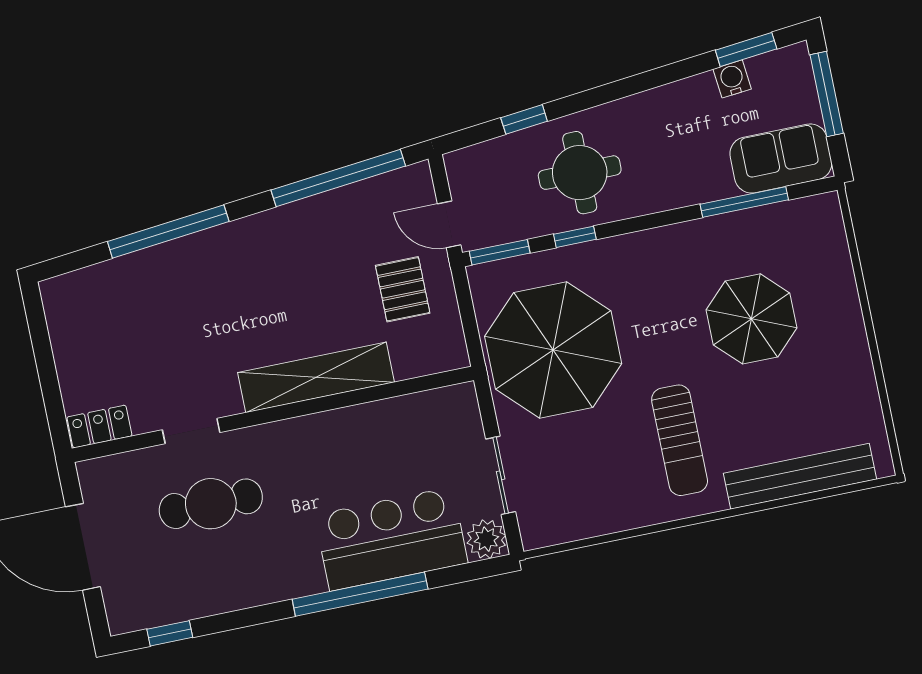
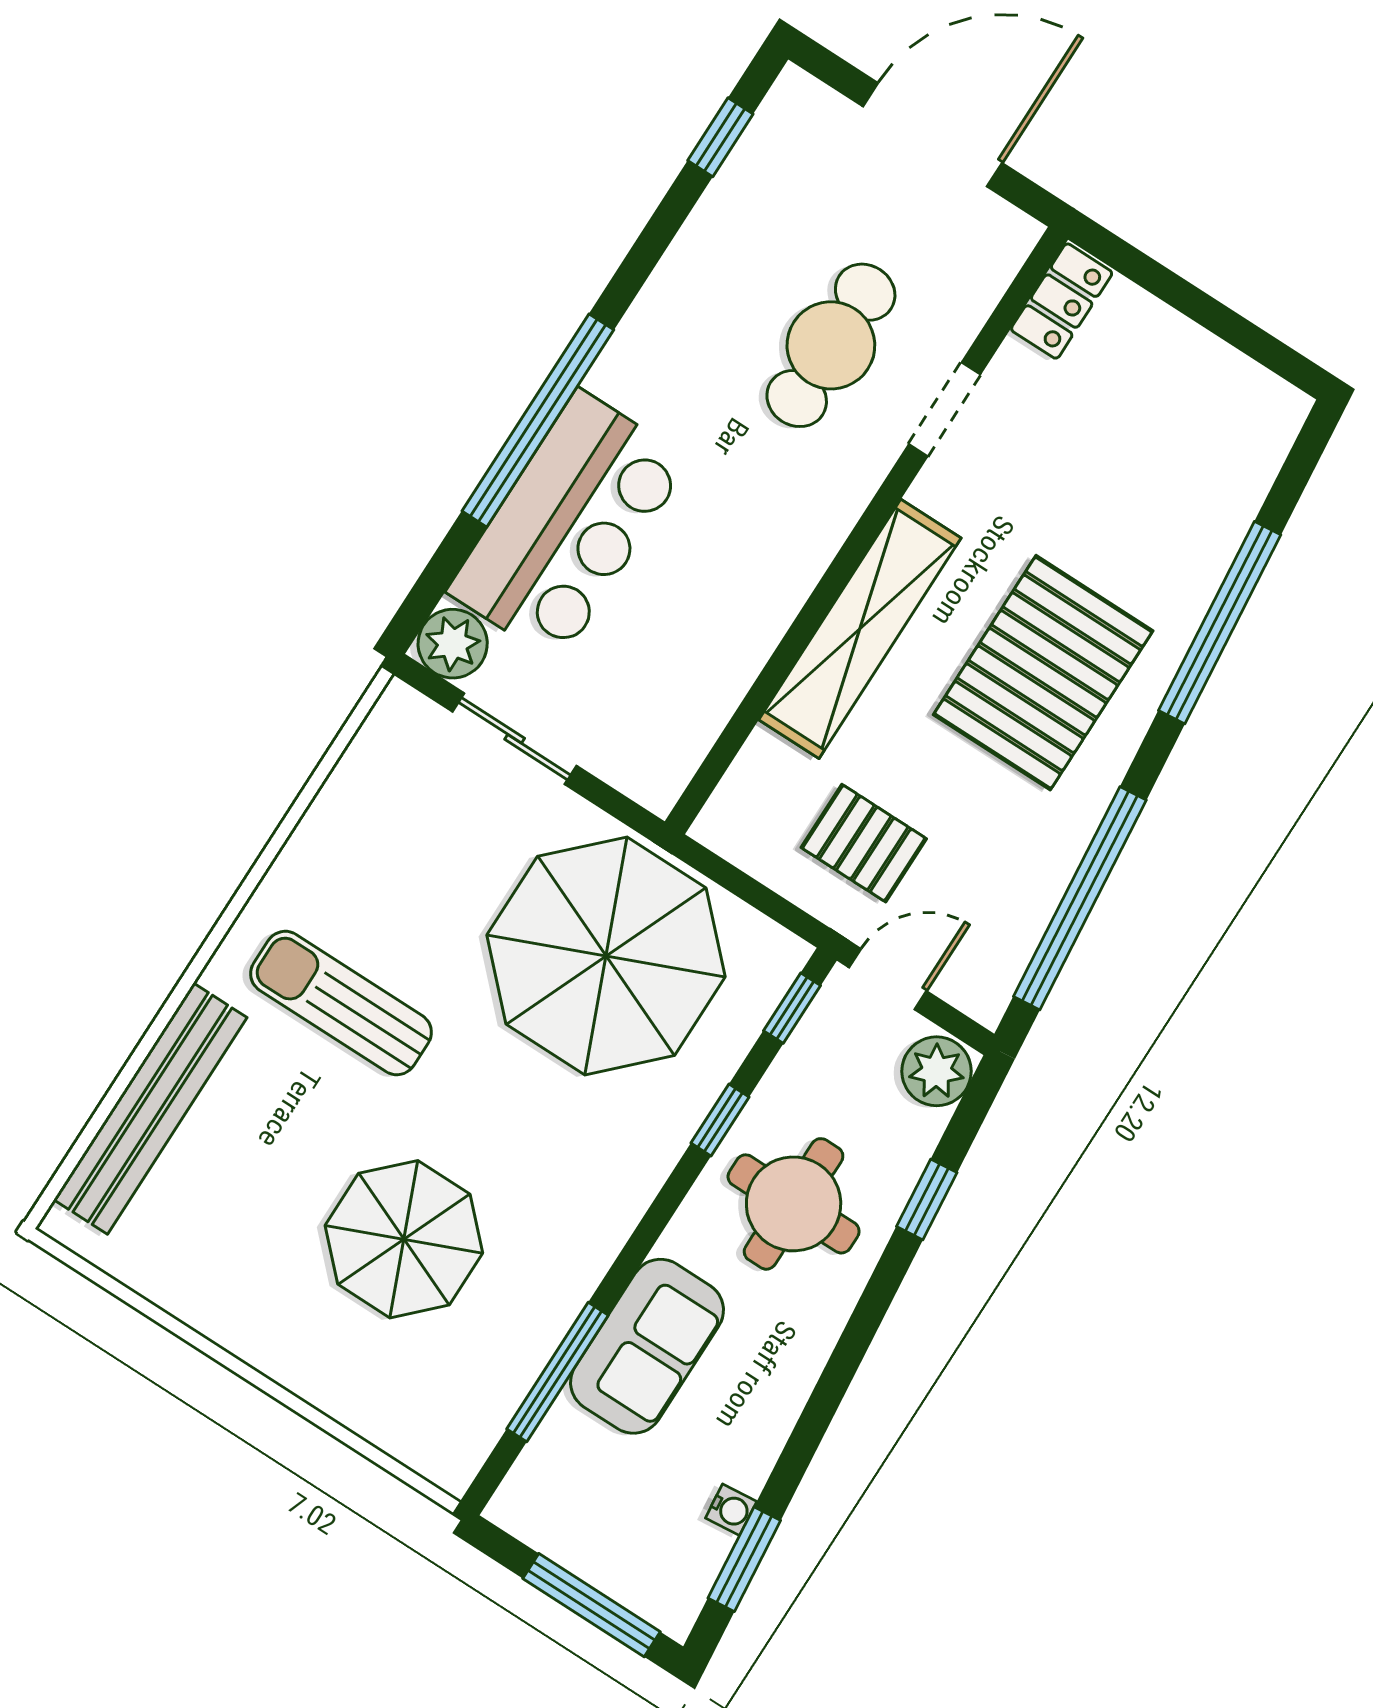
water cooler: (732, 79) -> (731, 1510), width x0.72, depth x0.72
sofa: (781, 158) -> (647, 1346), moved
plant: (467, 167) -> (937, 1071), added
window: (500, 252) -> (792, 1008), width x0.67
pallet: (260, 284) -> (1043, 673), added

